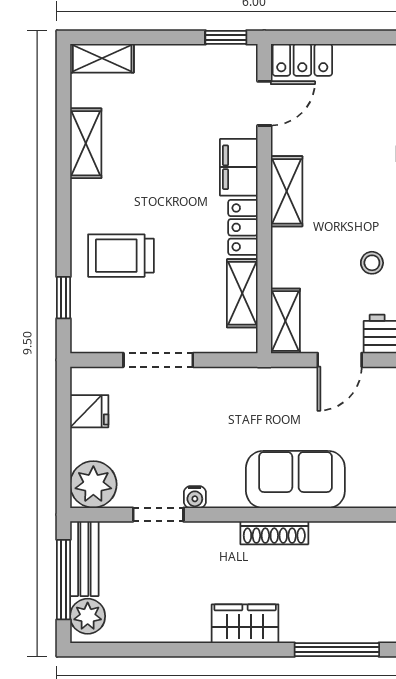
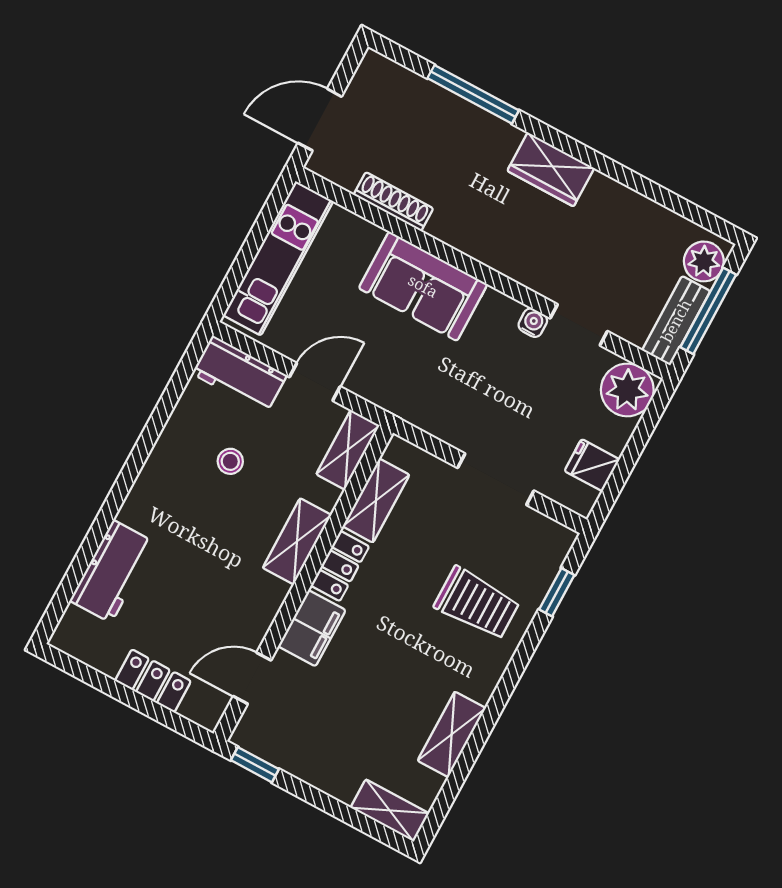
locker: (302, 60) -> (153, 681), moved
shelving: (287, 191) -> (297, 541), moved
shoe rack: (274, 533) -> (393, 202), moved

